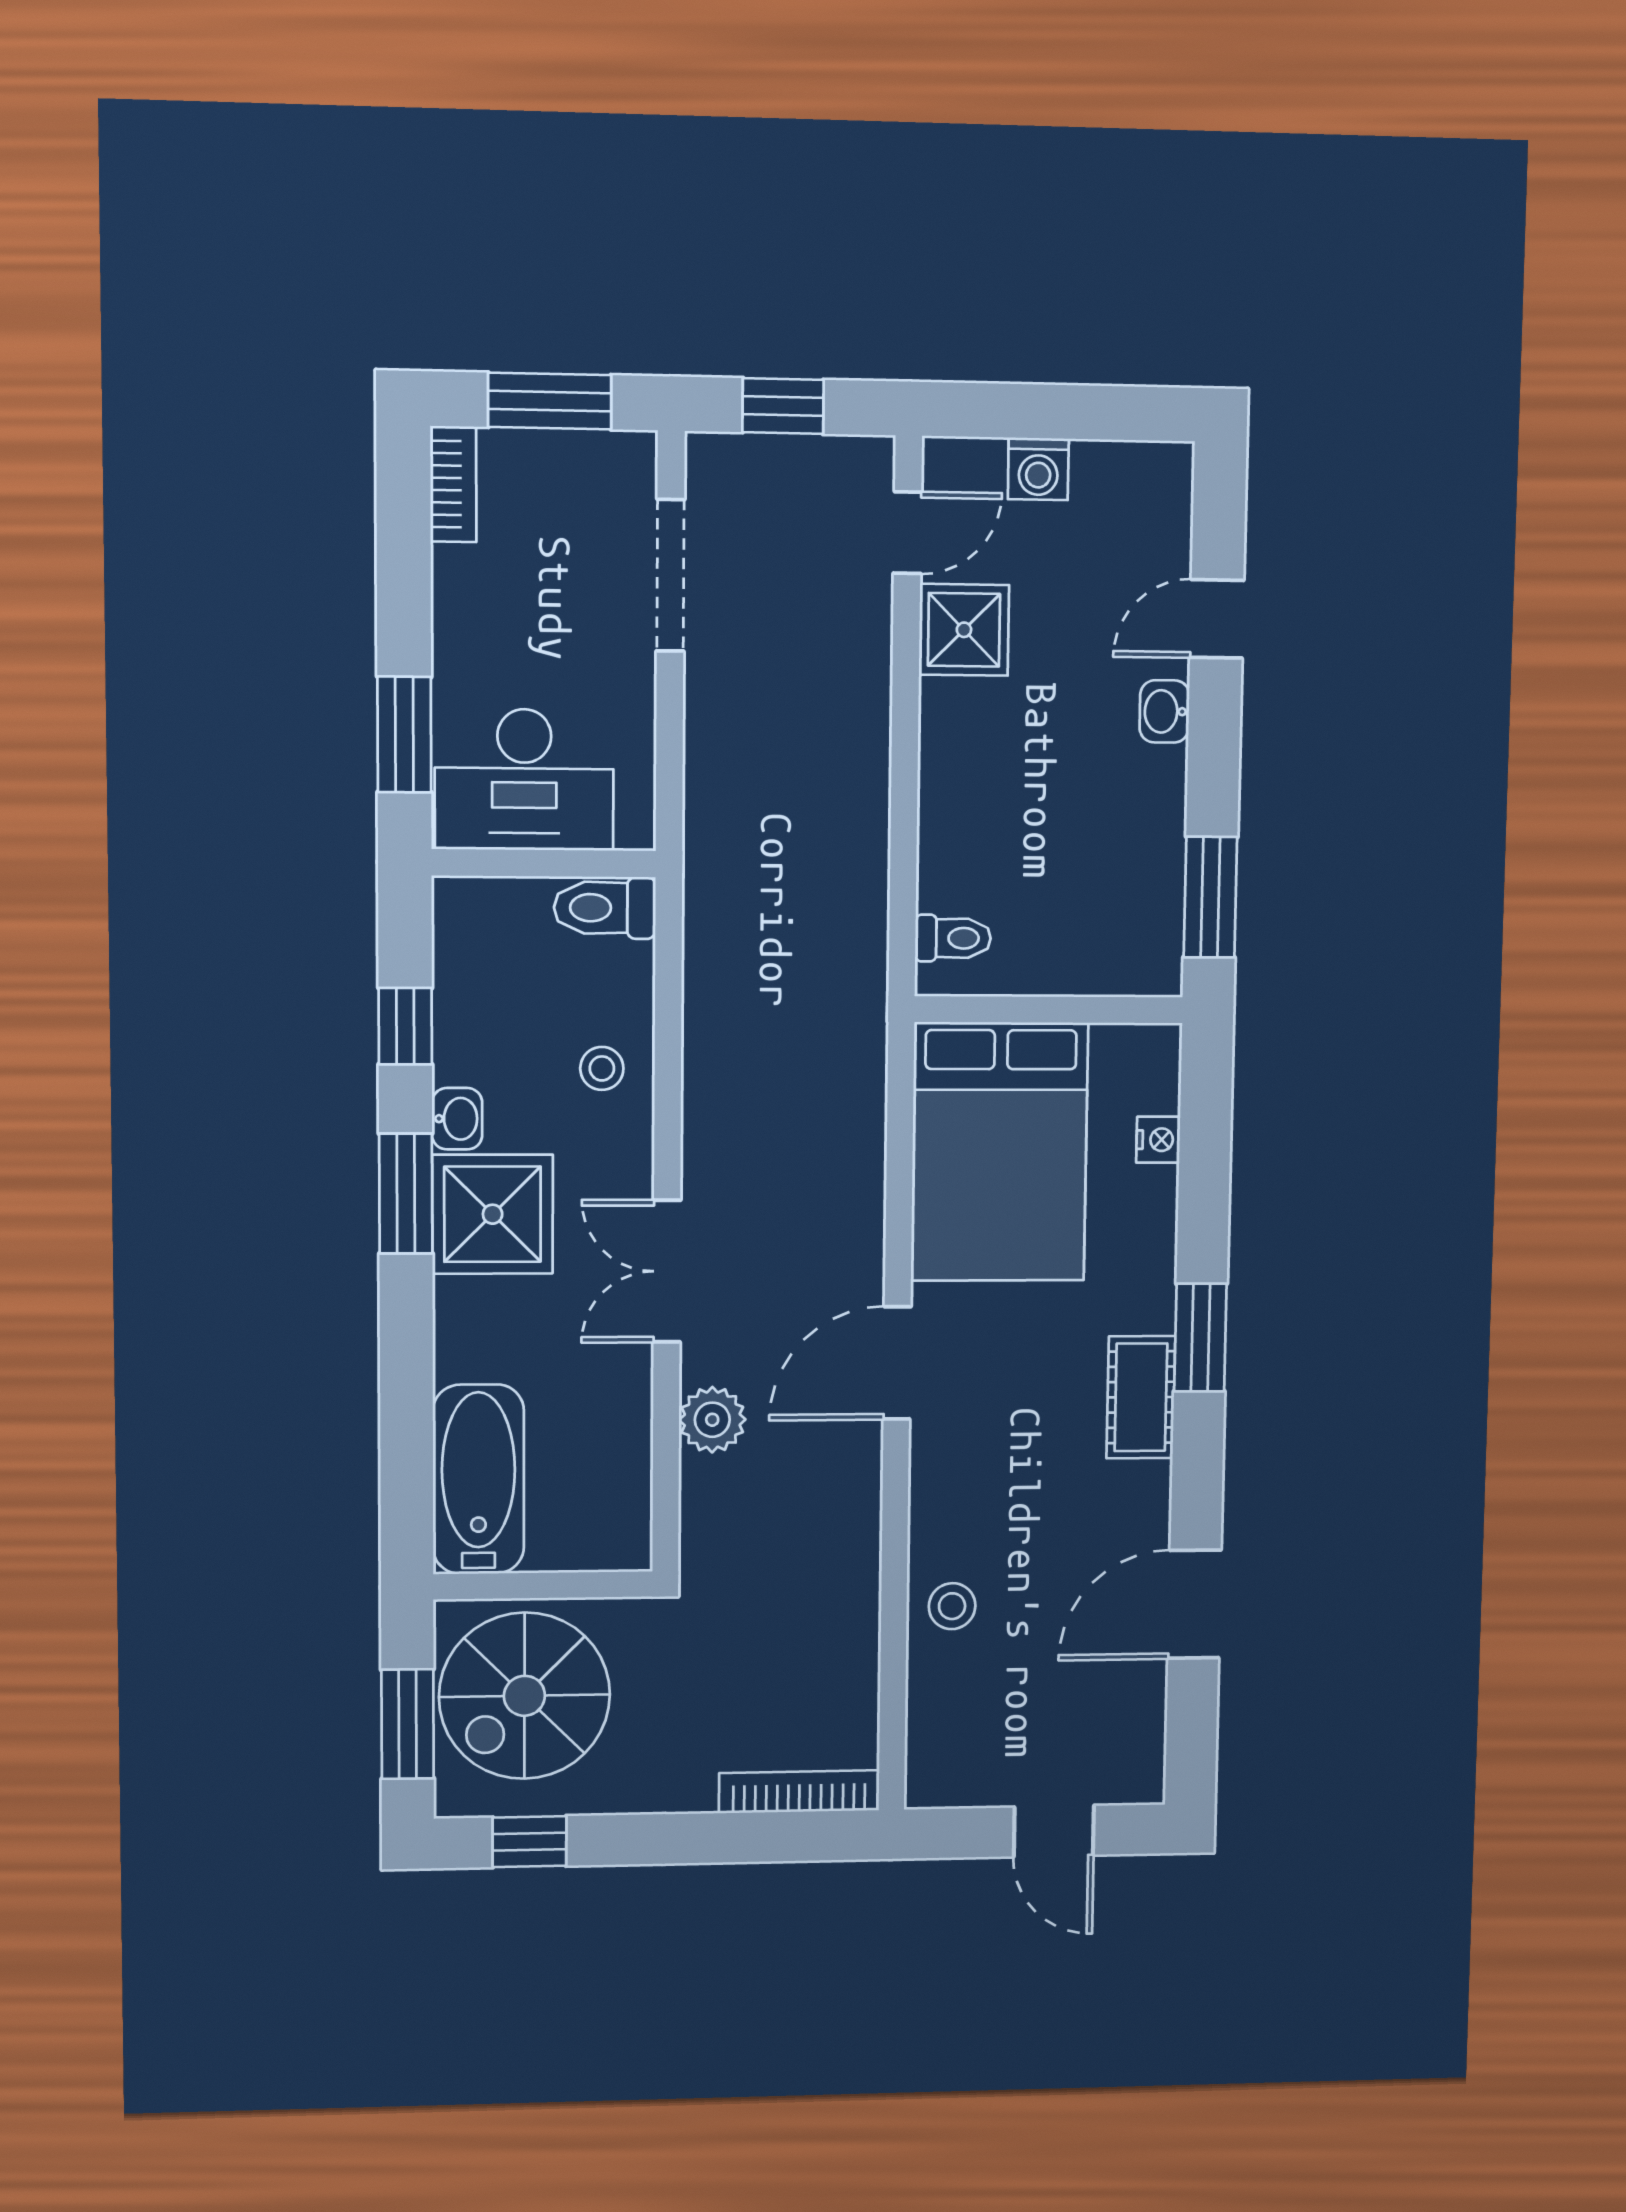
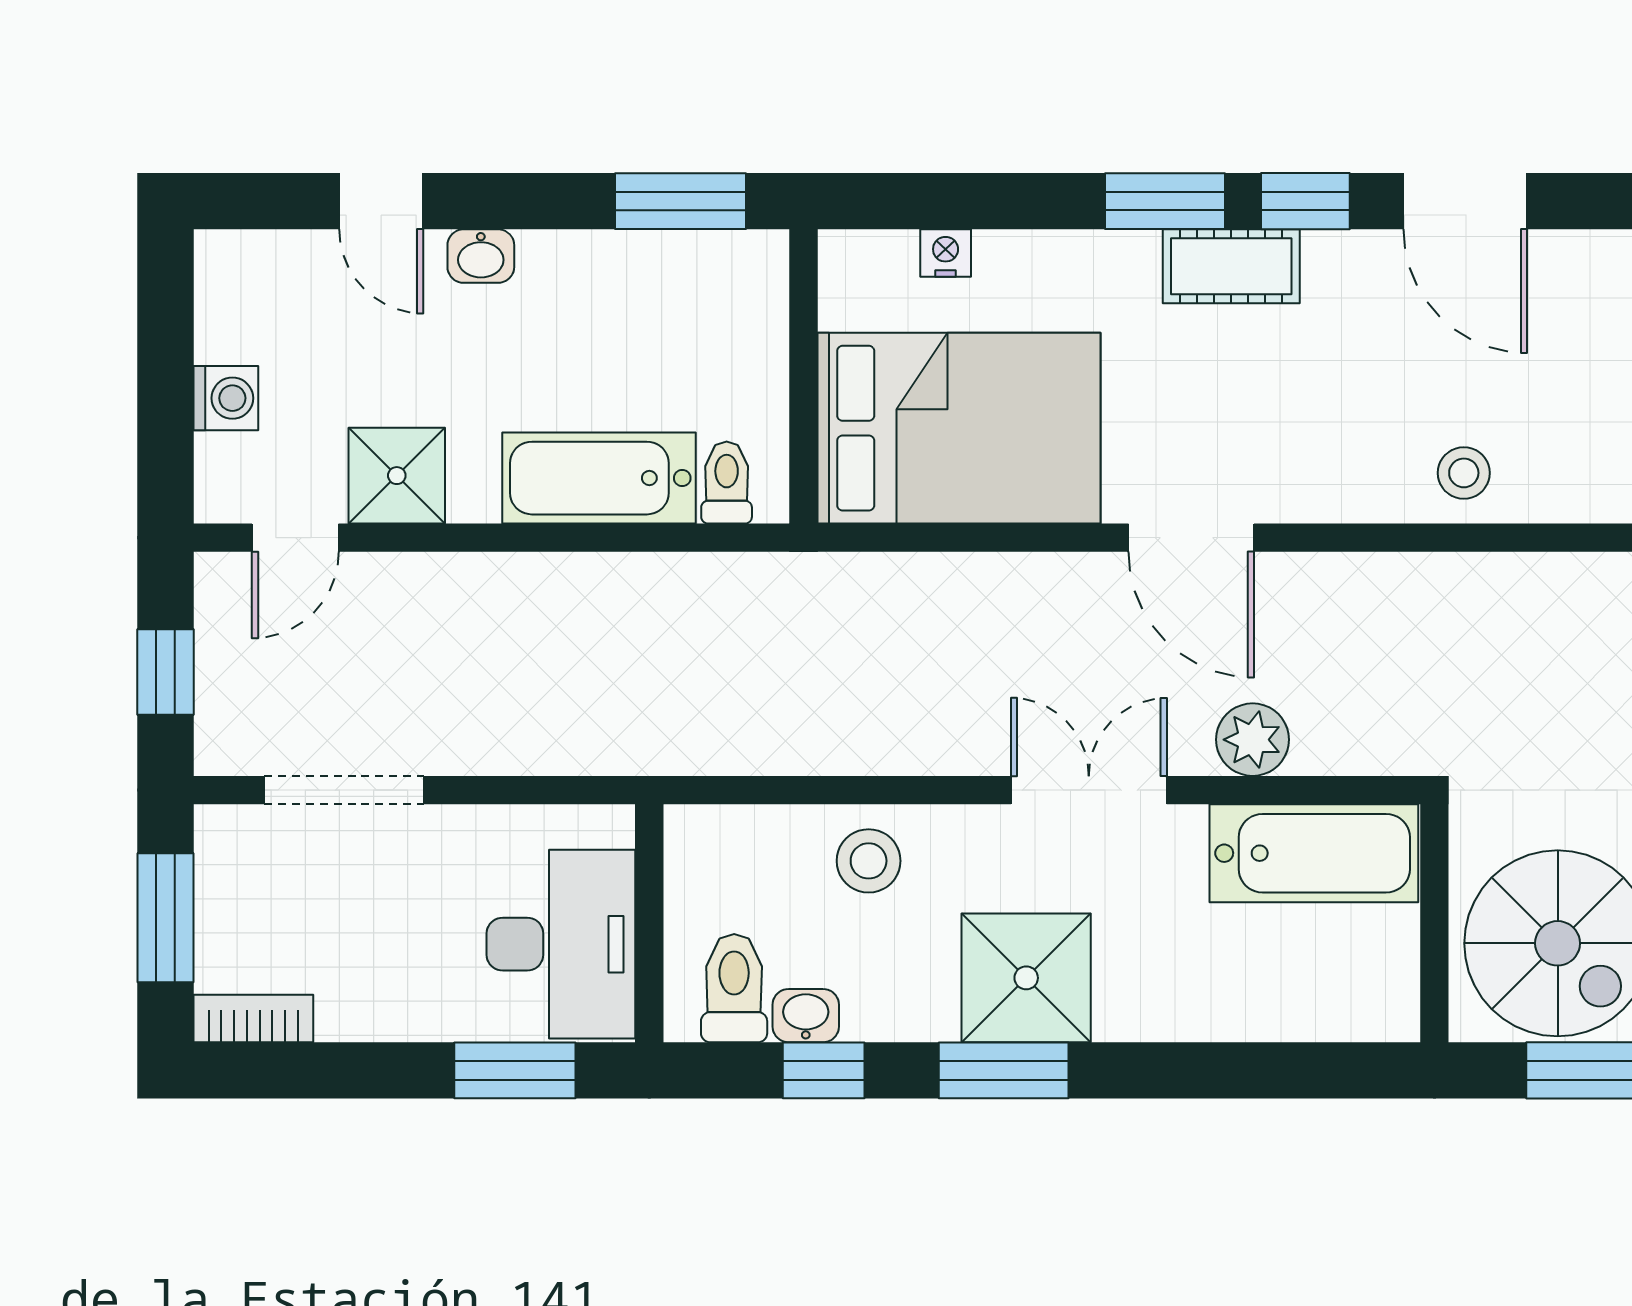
door: (908, 533) -> (295, 538), swing flipped
bathtub: (959, 820) -> (599, 478), added
toilet: (605, 908) -> (734, 988), moved, turned 180
stool: (602, 1068) -> (869, 861), width x1.37, depth x1.37
washbasin: (457, 1119) -> (806, 1016), moved
double door: (667, 1271) -> (1089, 790), swing flipped
window: (1198, 1463) -> (1305, 201), added
bathtub: (478, 1479) -> (1314, 853), moved, turned 180

